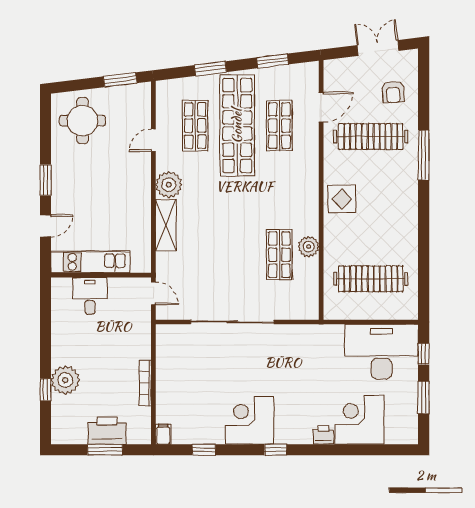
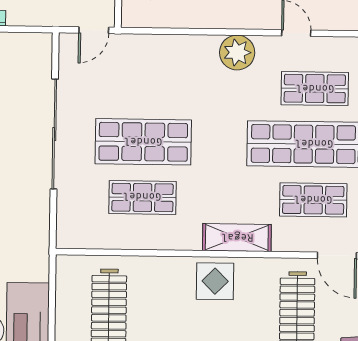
shelving: (166, 225) -> (237, 238), moved
plant: (309, 247) -> (153, 236), removed
shop shelf: (237, 255) -> (143, 142), added

